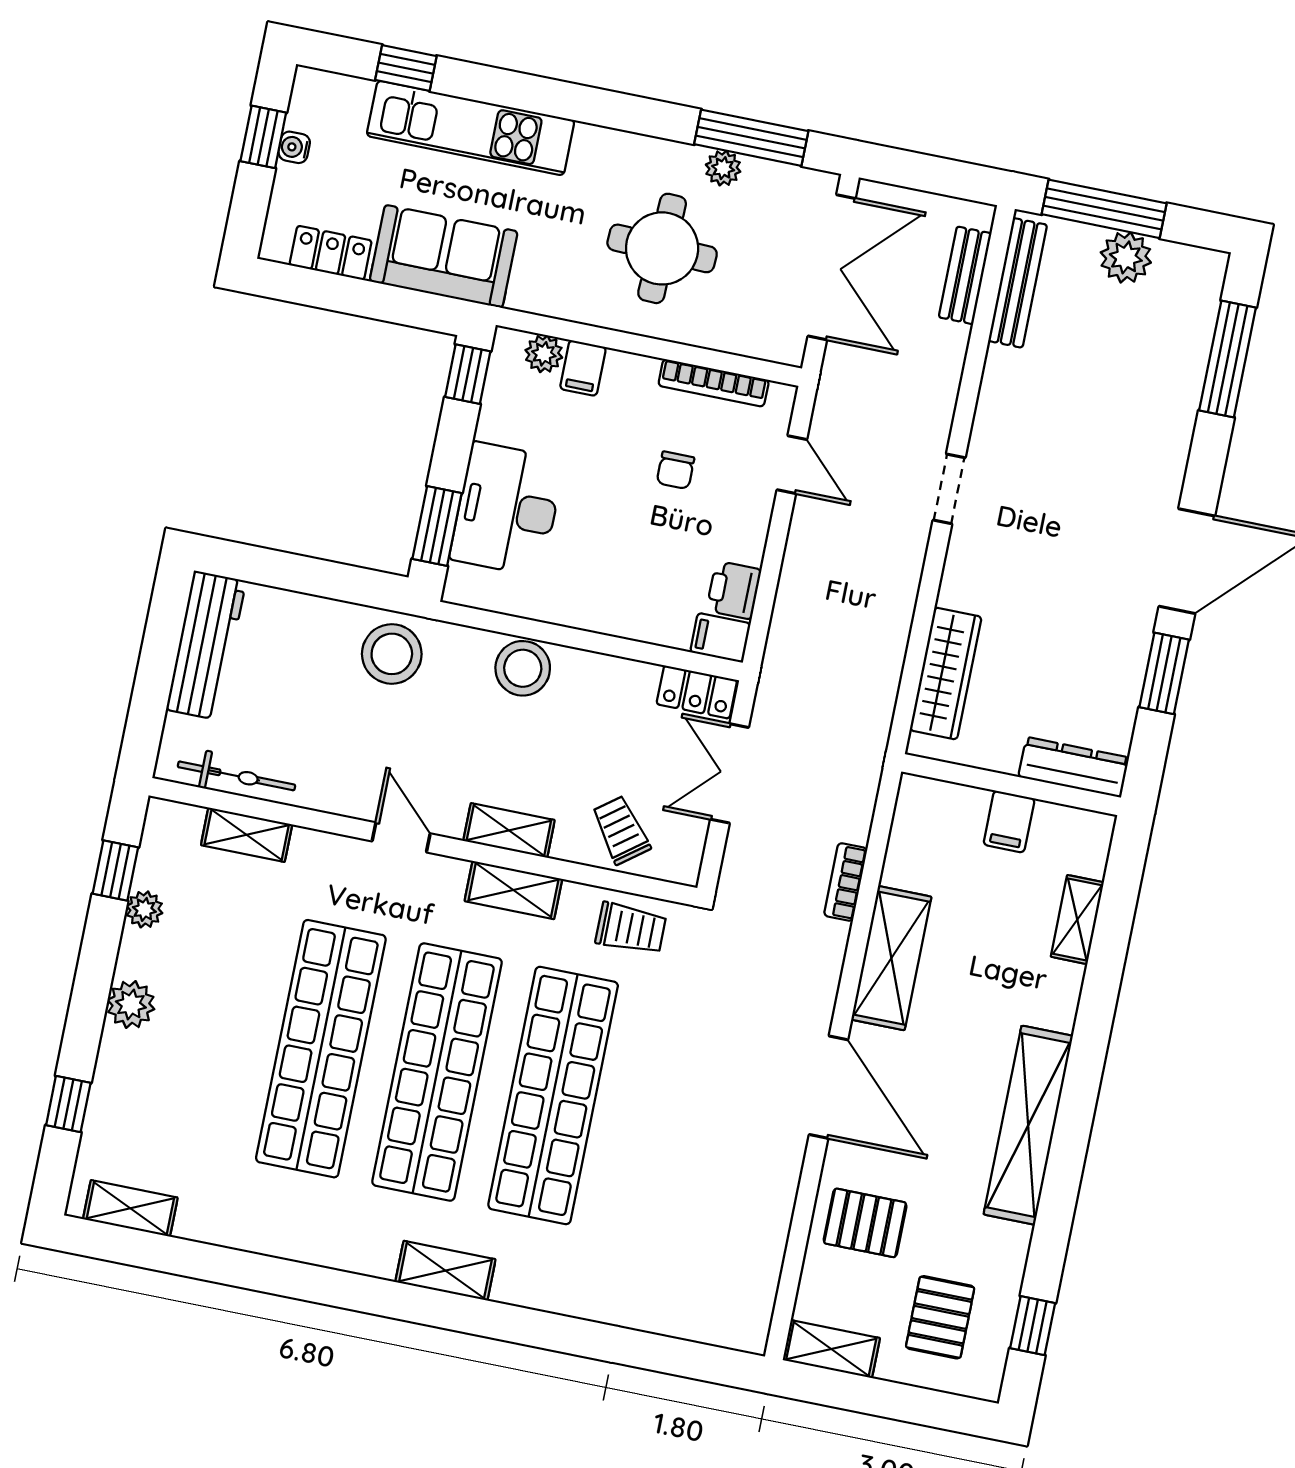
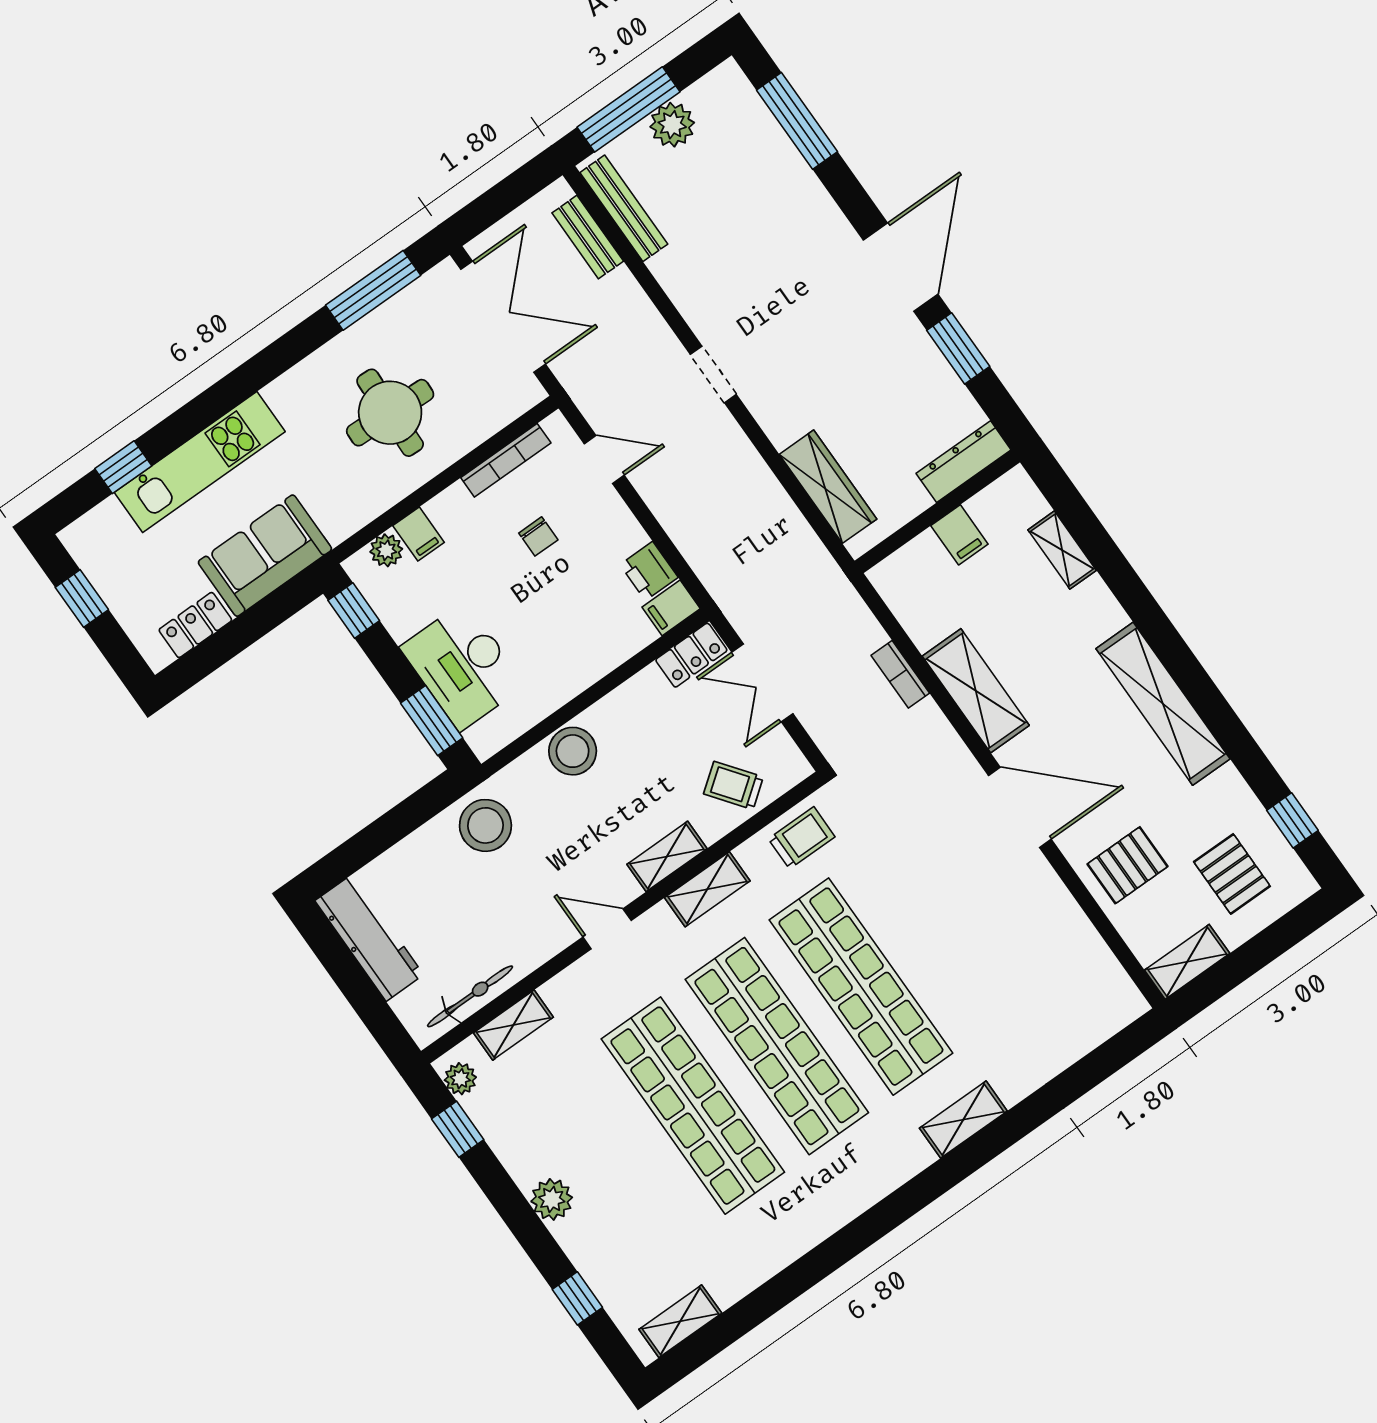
water cooler: (294, 147) -> (107, 585), removed
plant: (723, 168) -> (376, 326), removed
plant: (144, 909) -> (460, 1079), moved
shelving: (445, 1271) -> (963, 1120), moved

